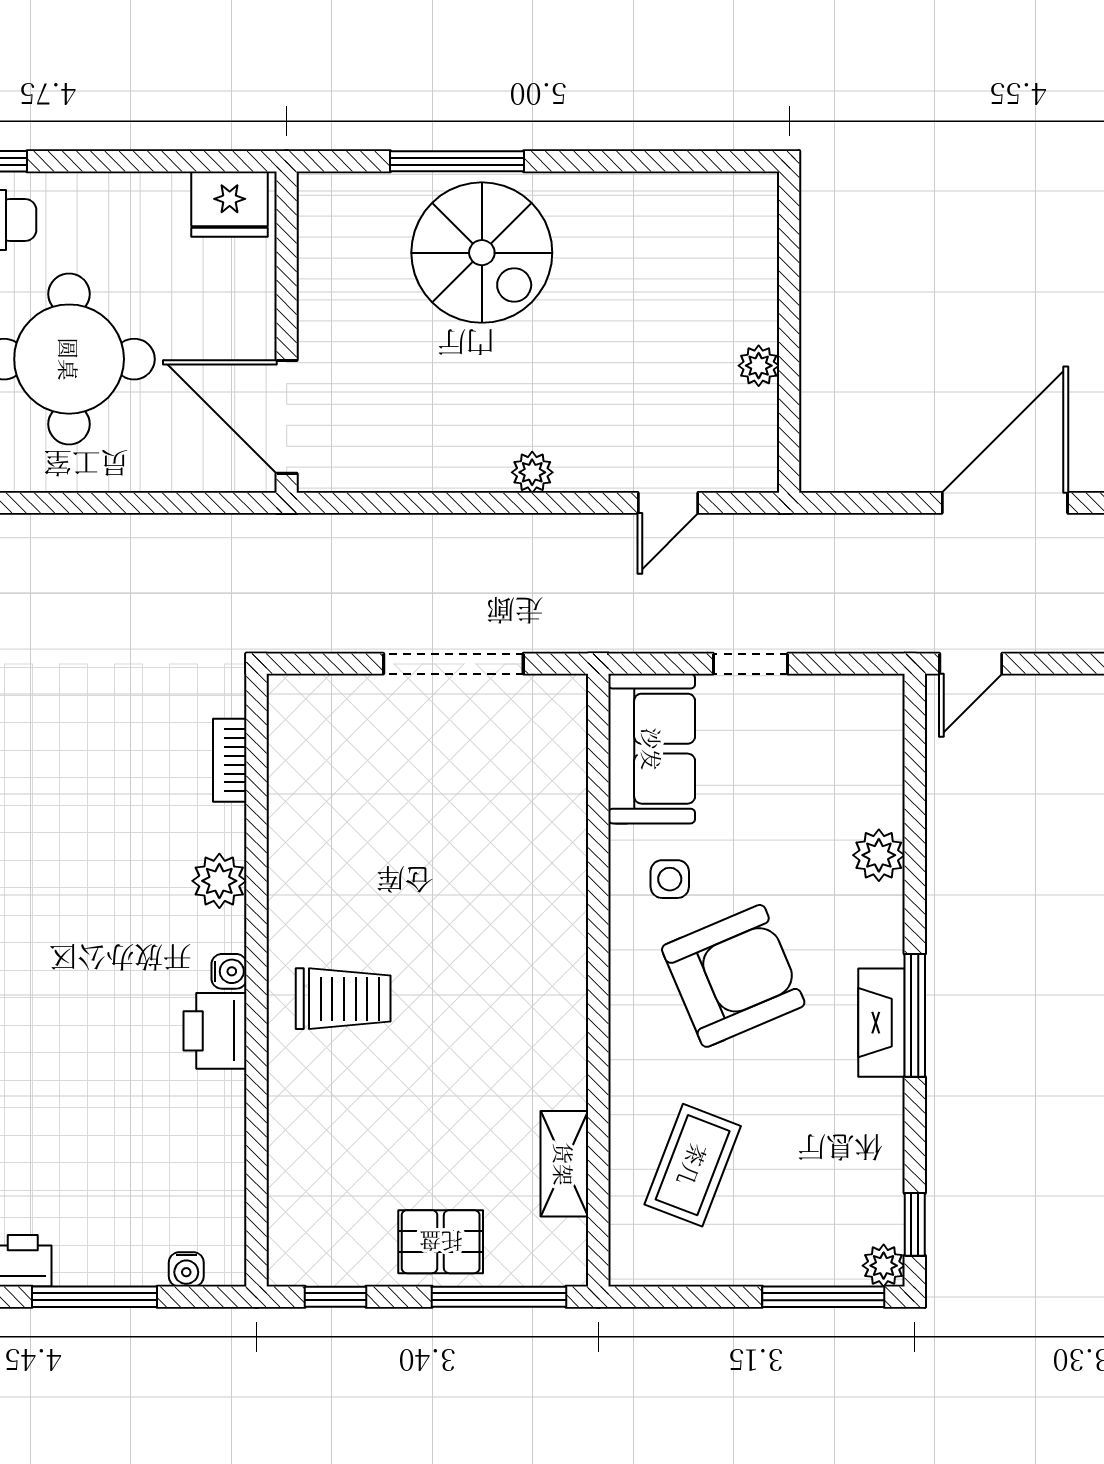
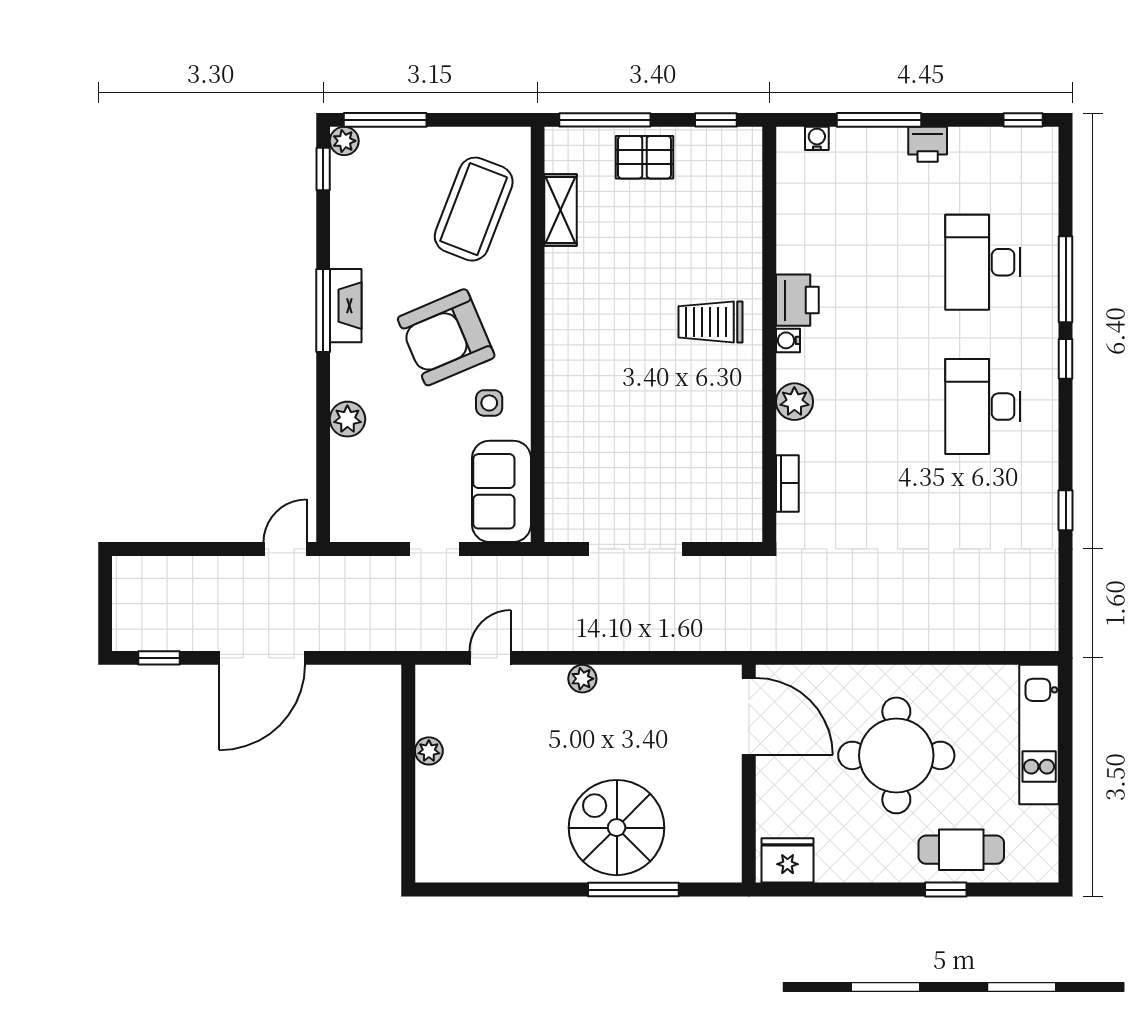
coffee table: (693, 1165) -> (474, 209), width x1.36, depth x1.32

